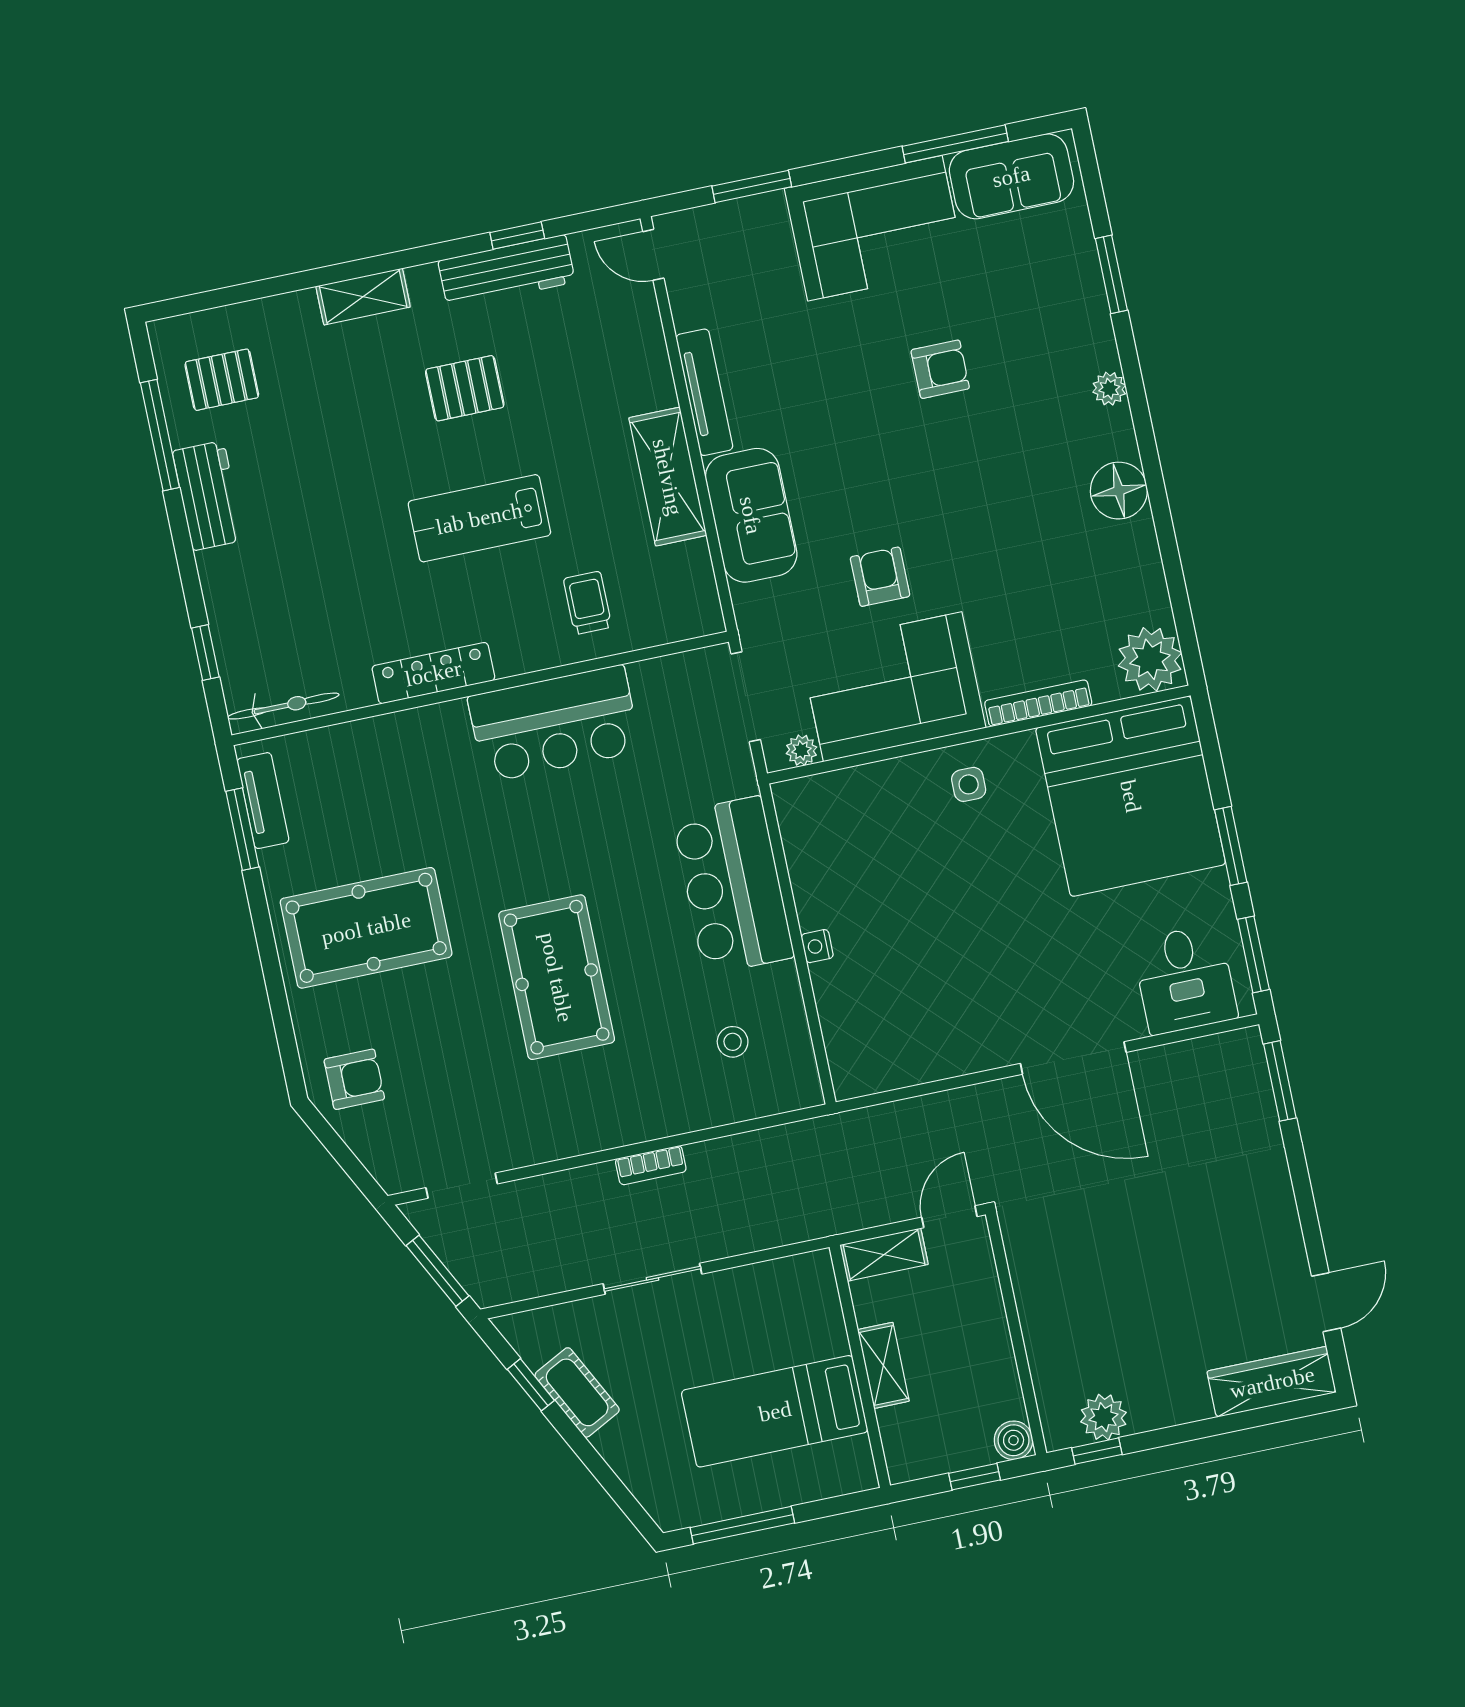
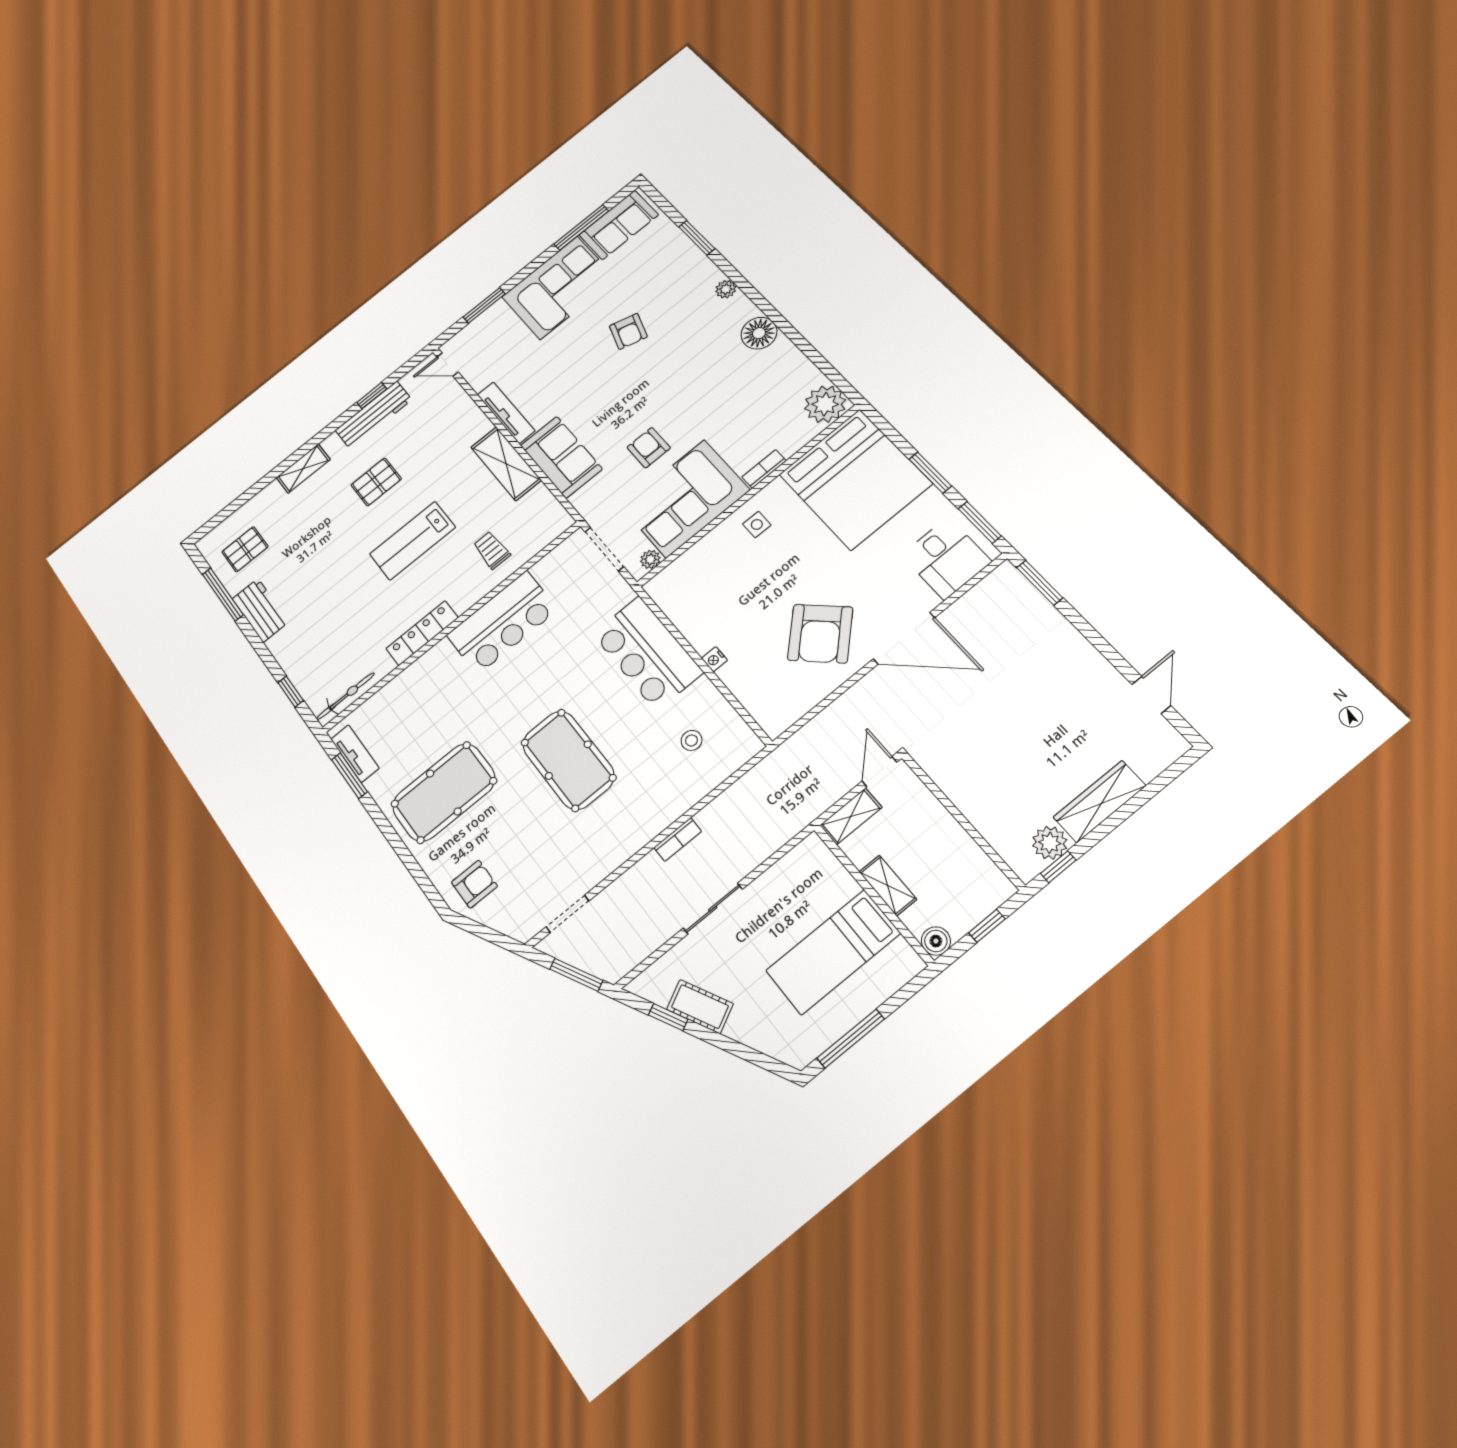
armchair: (940, 369) -> (628, 331), turned 107
bookcase: (1038, 703) -> (764, 469), width x0.64
armchair: (972, 990) -> (820, 634), added
wardrobe: (1272, 1382) -> (1099, 801), moved
boiler: (1014, 1440) -> (936, 941), moved

